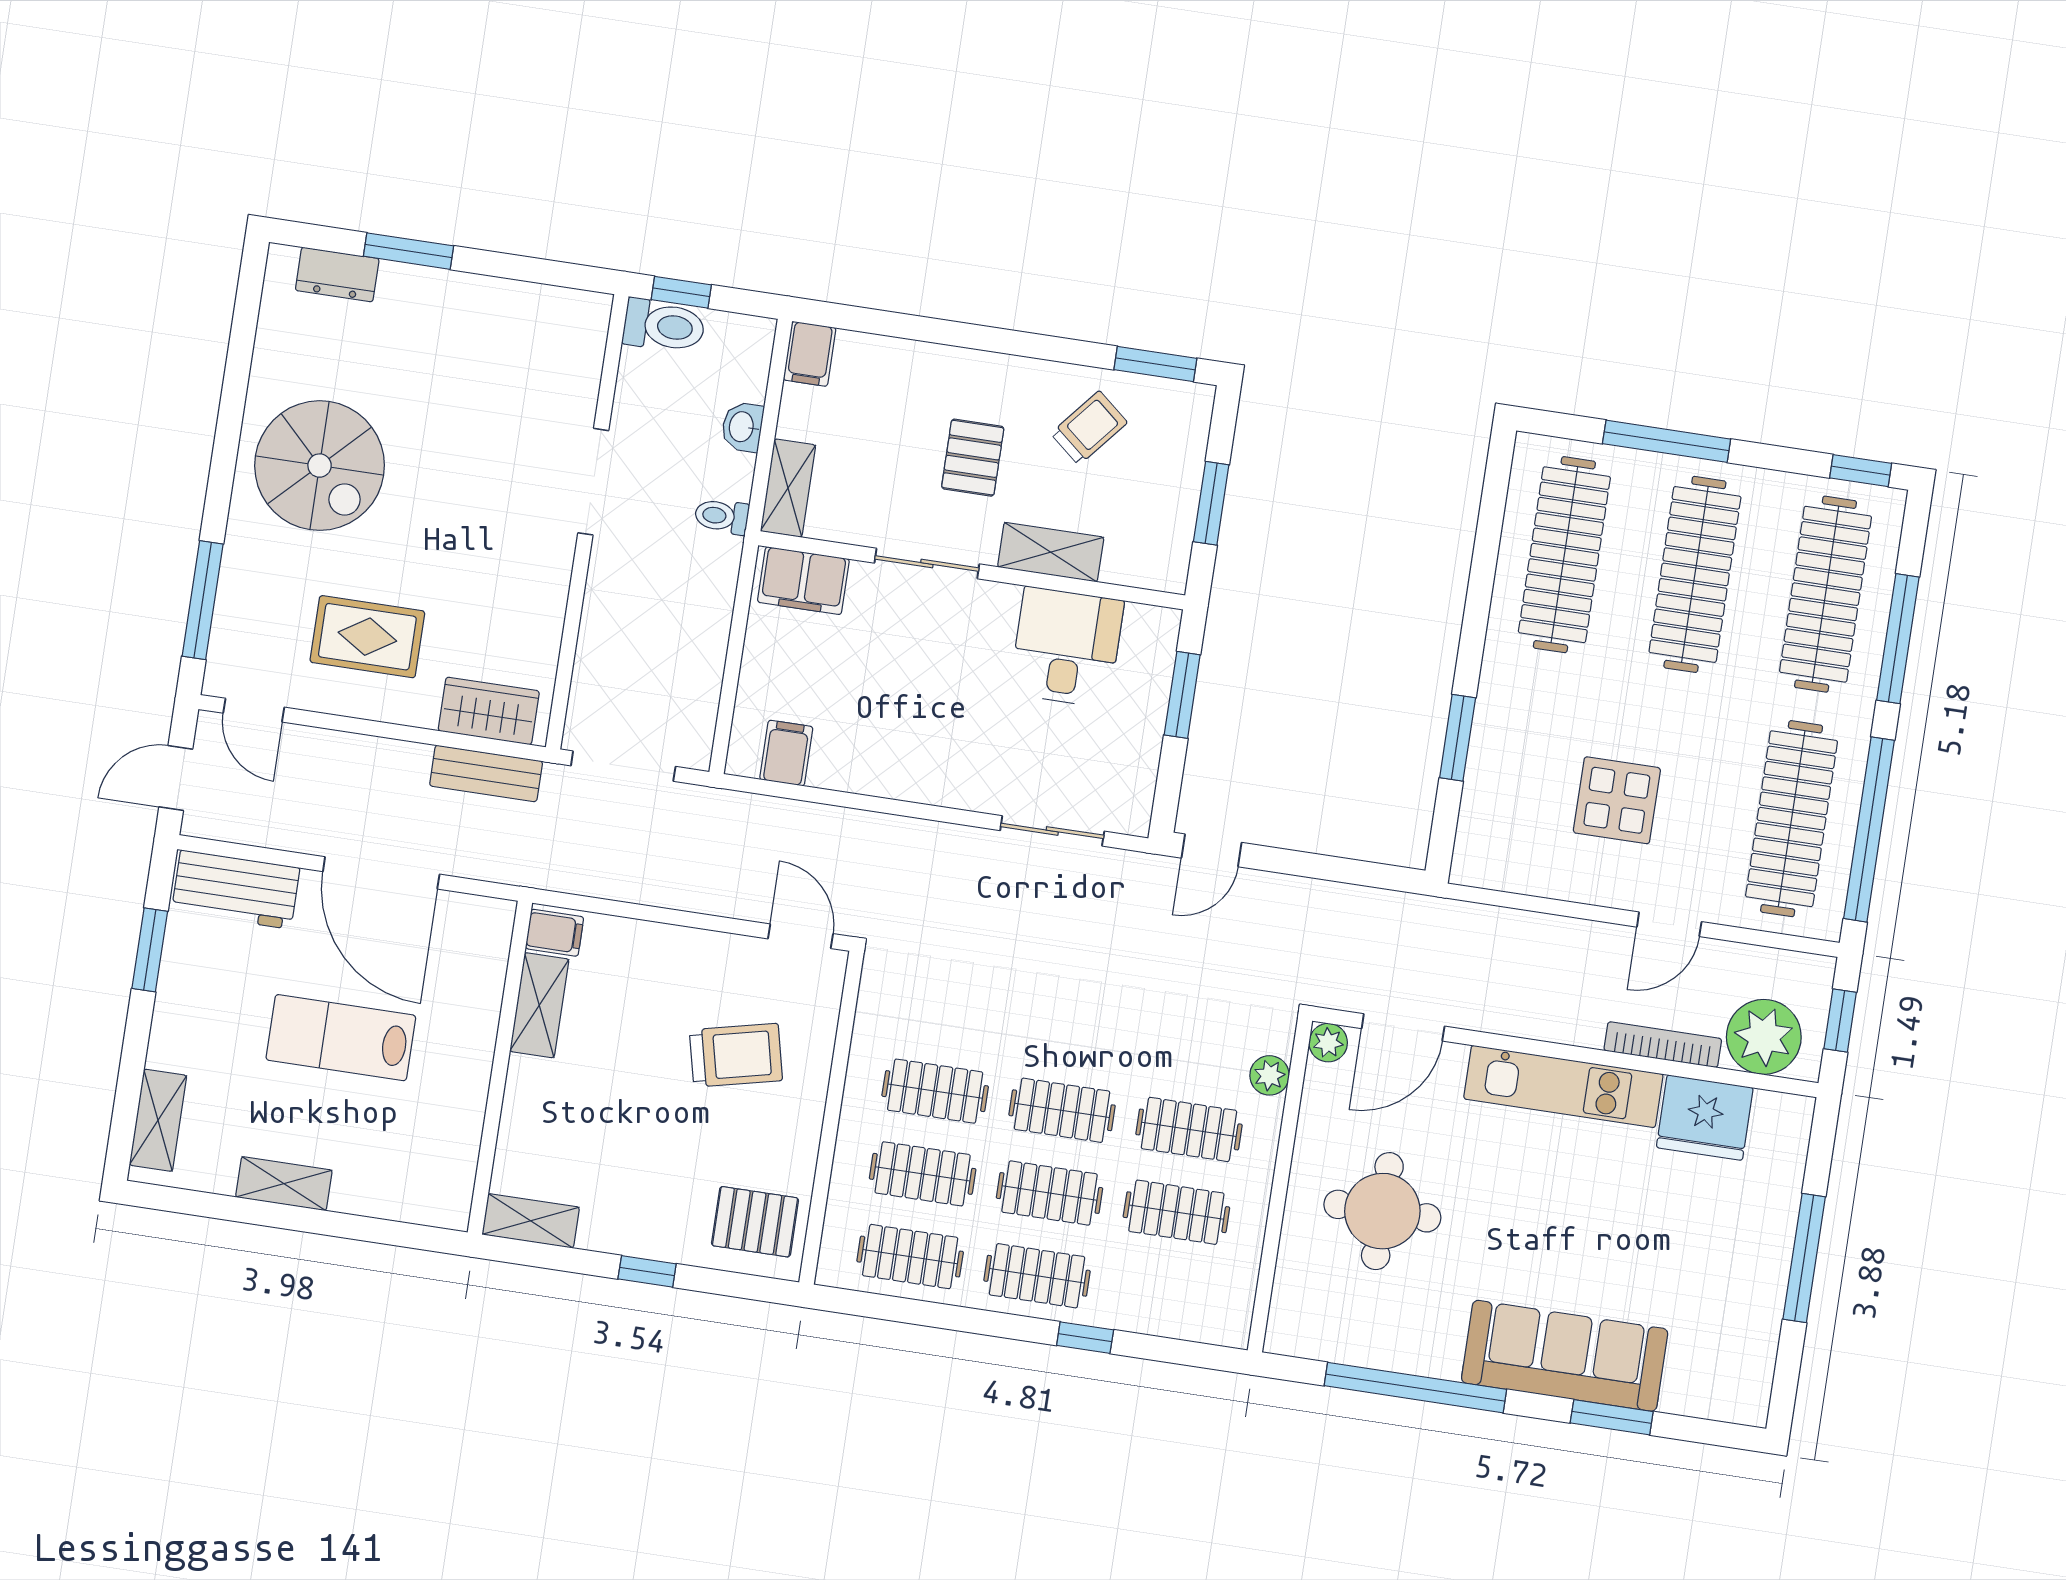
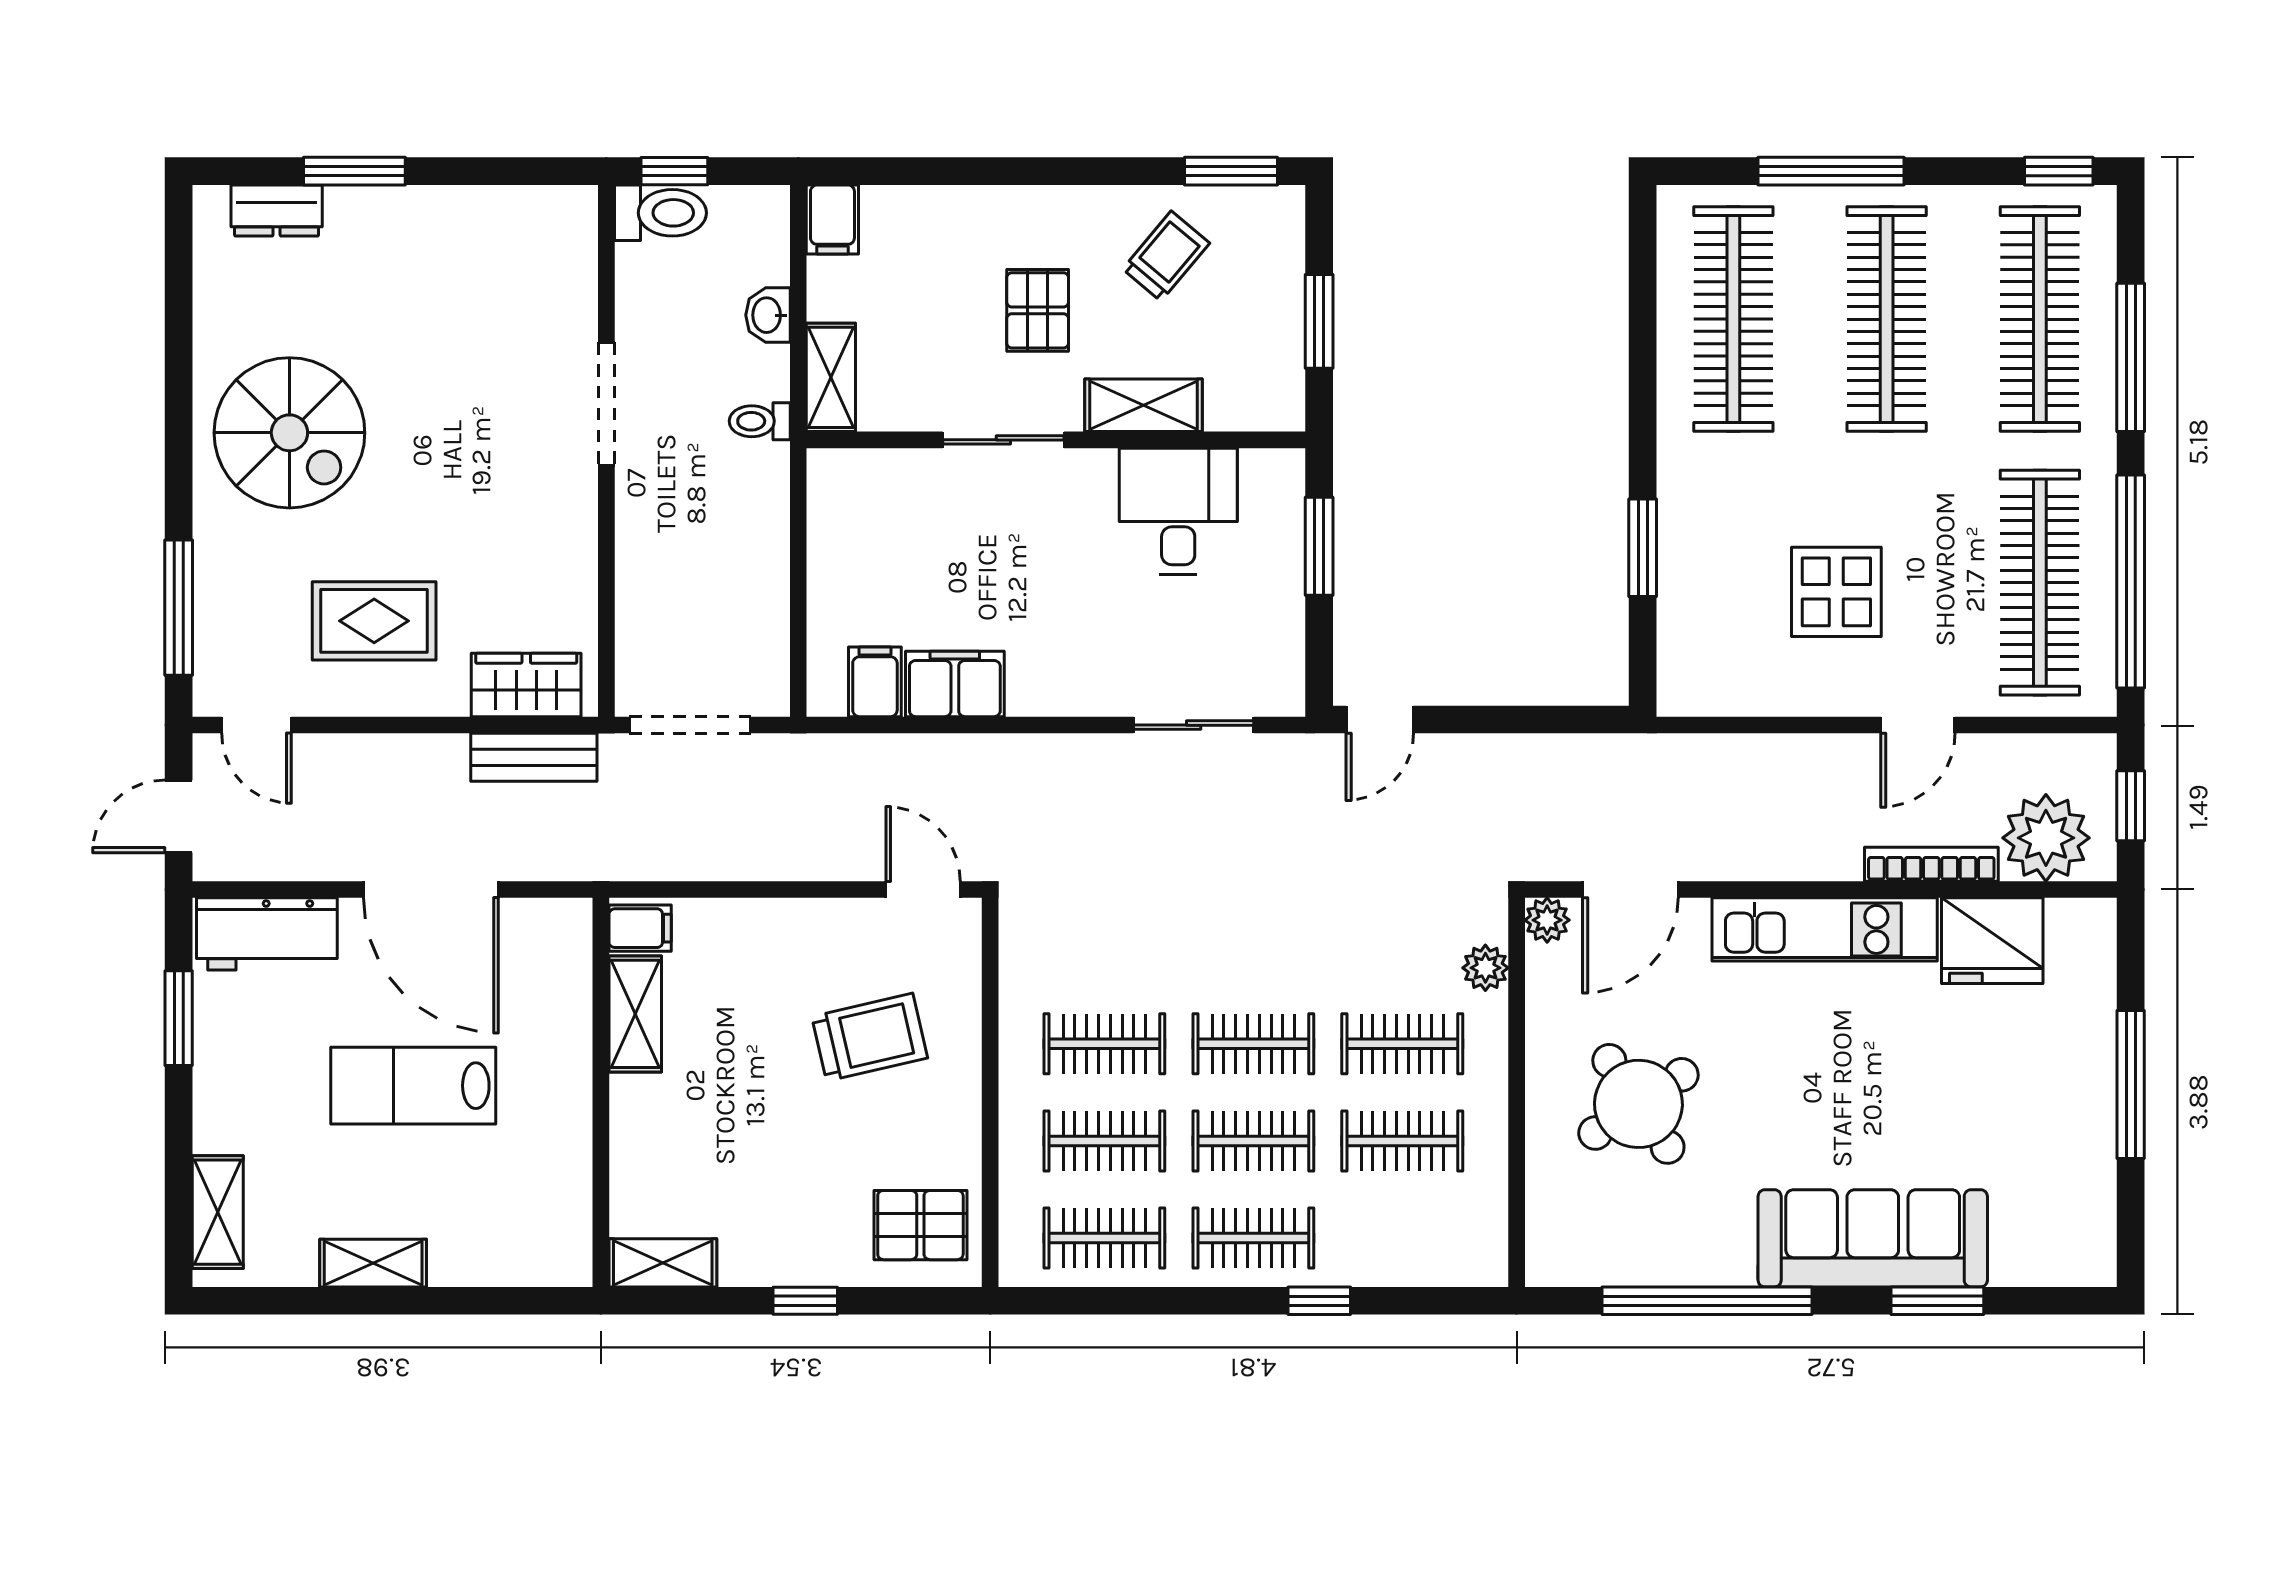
filing cabinet: (803, 581) -> (955, 684), moved, turned 180
round table: (1382, 1211) -> (1638, 1104), turned -34

